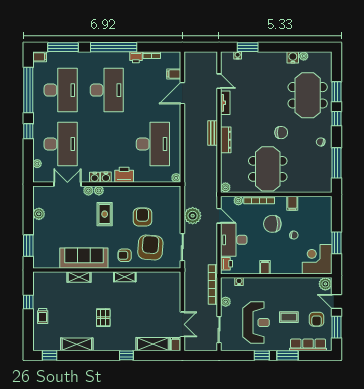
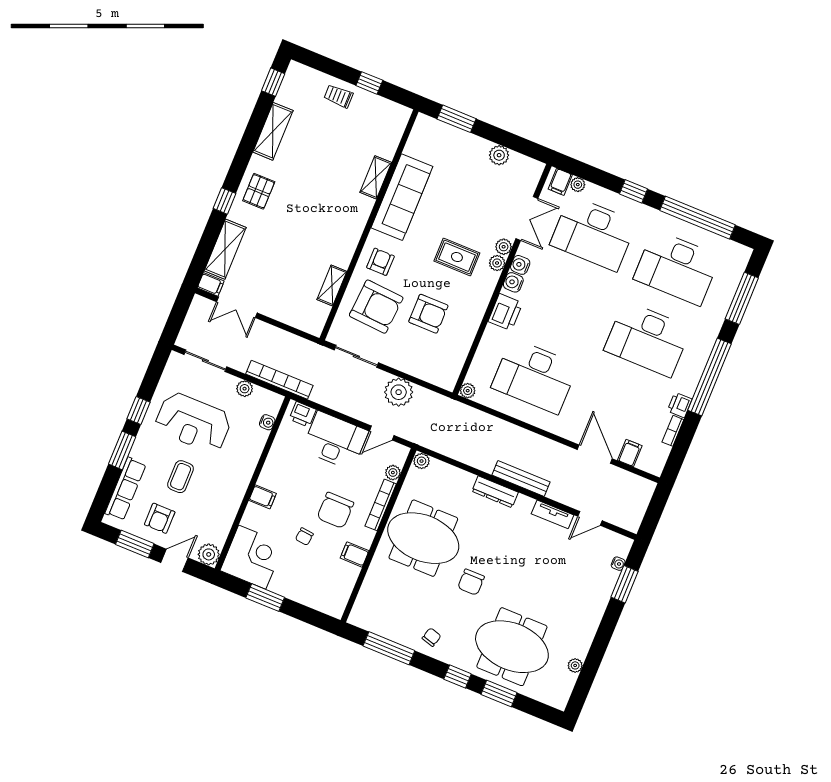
filing cabinet: (40, 57) -> (560, 182), moved
water cooler: (293, 57) -> (580, 648), removed
bench: (213, 133) -> (521, 478), width x1.36
chair: (272, 224) -> (335, 510), turned 180
filing cabinet: (265, 267) -> (263, 497), moved
shelving: (125, 277) -> (332, 285), moved
pallet: (103, 318) -> (259, 191), moved, turned 90
armchair: (317, 319) -> (160, 518), turned -90

